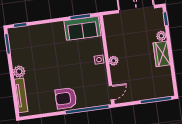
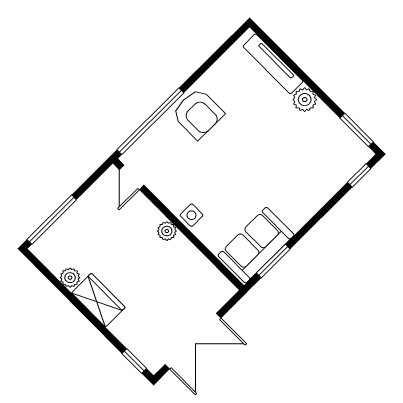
plant: (161, 36) -> (70, 278), moved
armchair: (66, 98) -> (198, 113), turned 90

